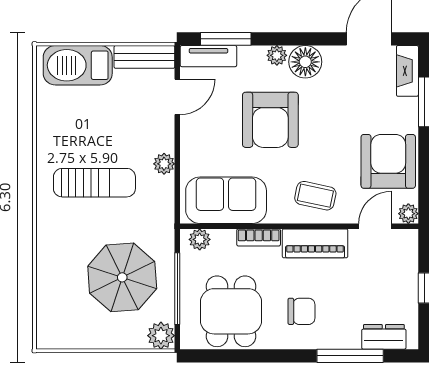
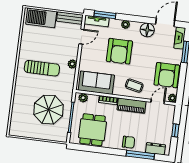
floor lamp: (305, 62) -> (147, 30), moved
armchair: (388, 161) -> (167, 75), turned 180
chair: (301, 311) -> (129, 142), moved
plant: (161, 336) -> (62, 136), removed

